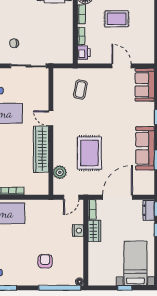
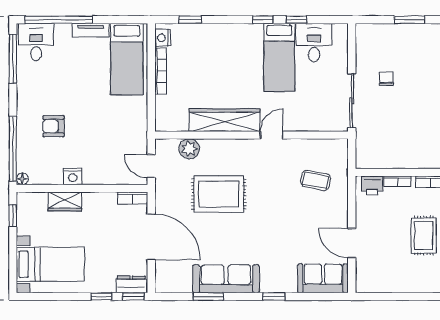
door: (122, 66) -> (352, 243), swing flipped
nightstand: (78, 231) -> (73, 176), moved
wardrobe: (94, 231) -> (65, 201), moved
armchair: (45, 261) -> (53, 126), turned 180
window: (125, 288) -> (13, 216), moved

